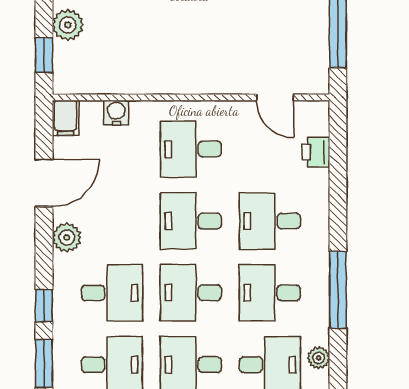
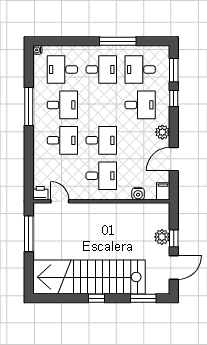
window: (44, 55) -> (174, 238), moved
printer: (316, 152) -> (40, 193), moved, turned -90
desk: (112, 293) -> (140, 105), turned 180
desk: (191, 293) -> (101, 105), removed
plant: (319, 358) -> (38, 73), removed

